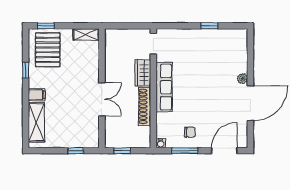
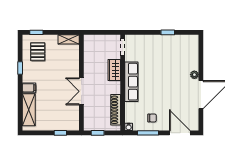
pallet: (48, 50) -> (38, 52), width x0.67, depth x0.71
double door: (102, 99) -> (81, 91), swing flipped
shoe rack: (145, 106) -> (116, 110), moved
door: (224, 151) -> (180, 133), hinge flipped

